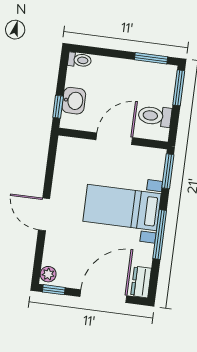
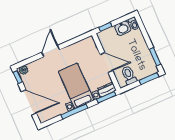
washbasin: (74, 101) -> (123, 28), moved
dresser: (141, 282) -> (107, 90), moved

